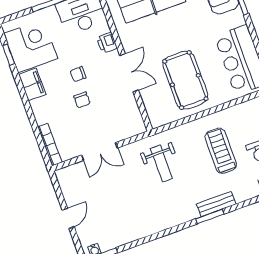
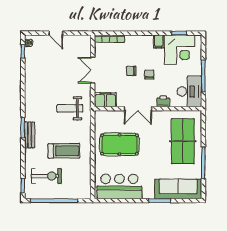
filing cabinet: (32, 84) -> (159, 42), width x0.50
filing cabinet: (133, 120) -> (105, 100), added

